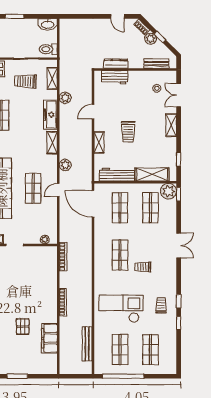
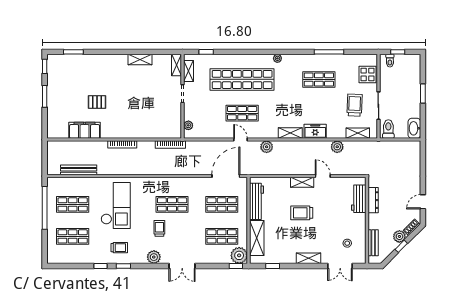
double door: (179, 95) -> (340, 266), swing flipped
freezer: (50, 115) -> (315, 131), width x0.71
shelving: (99, 142) -> (302, 182), moved
plant: (170, 272) -> (154, 257), added

